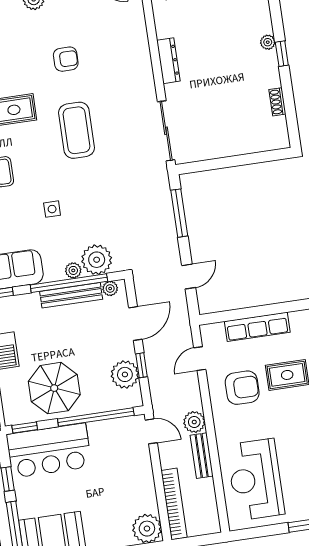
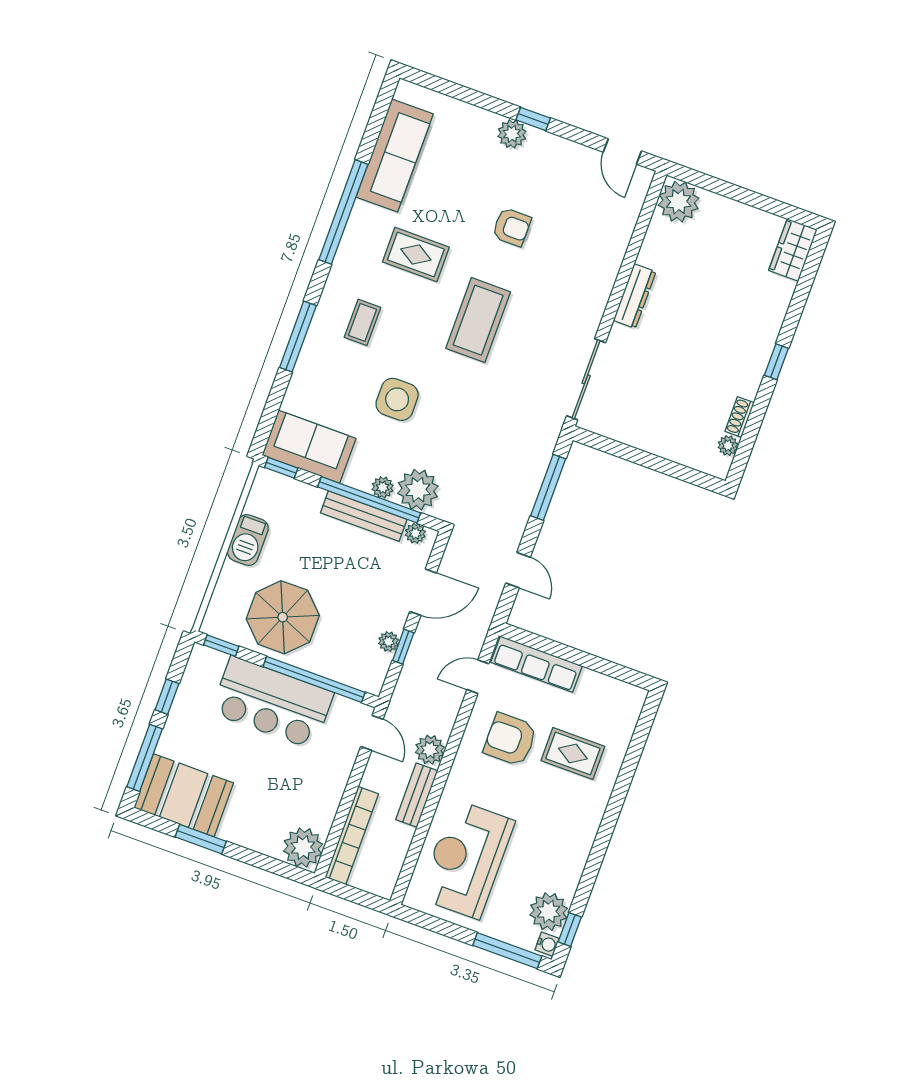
plant: (268, 42) -> (728, 446), moved
side table: (52, 209) -> (397, 399), width x1.87, depth x1.87
door: (189, 276) -> (518, 570), hinge flipped
row of seats: (257, 327) -> (536, 664), moved
plant: (125, 374) -> (388, 642), width x0.53, depth x0.53
armchair: (242, 388) -> (510, 740), turned 180
bar counter: (49, 450) -> (272, 703), moved

